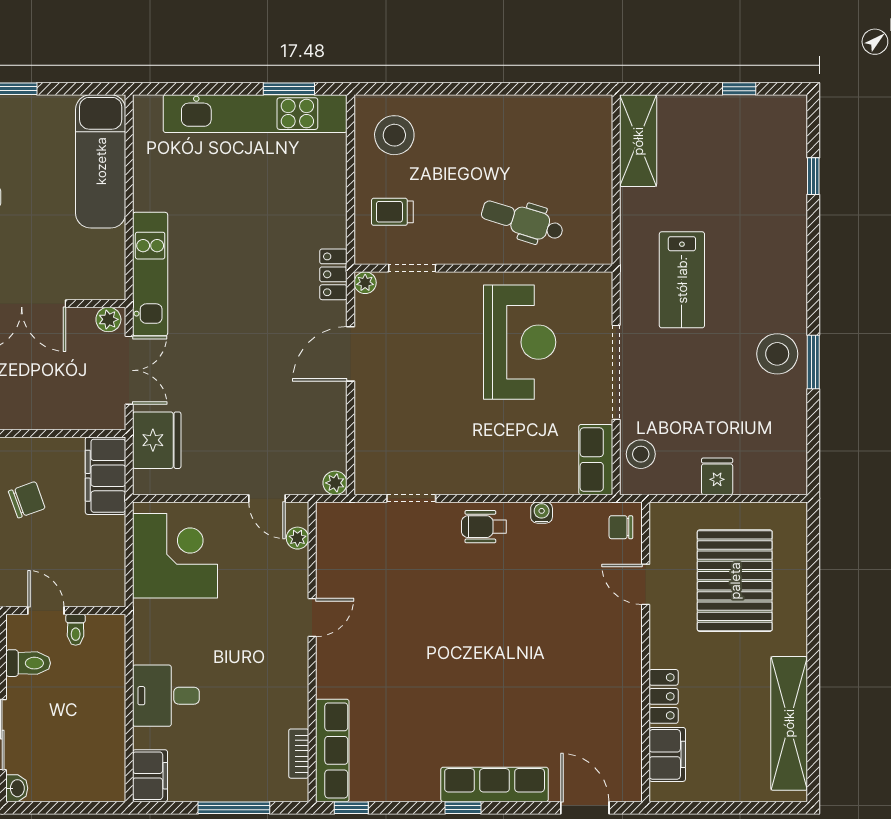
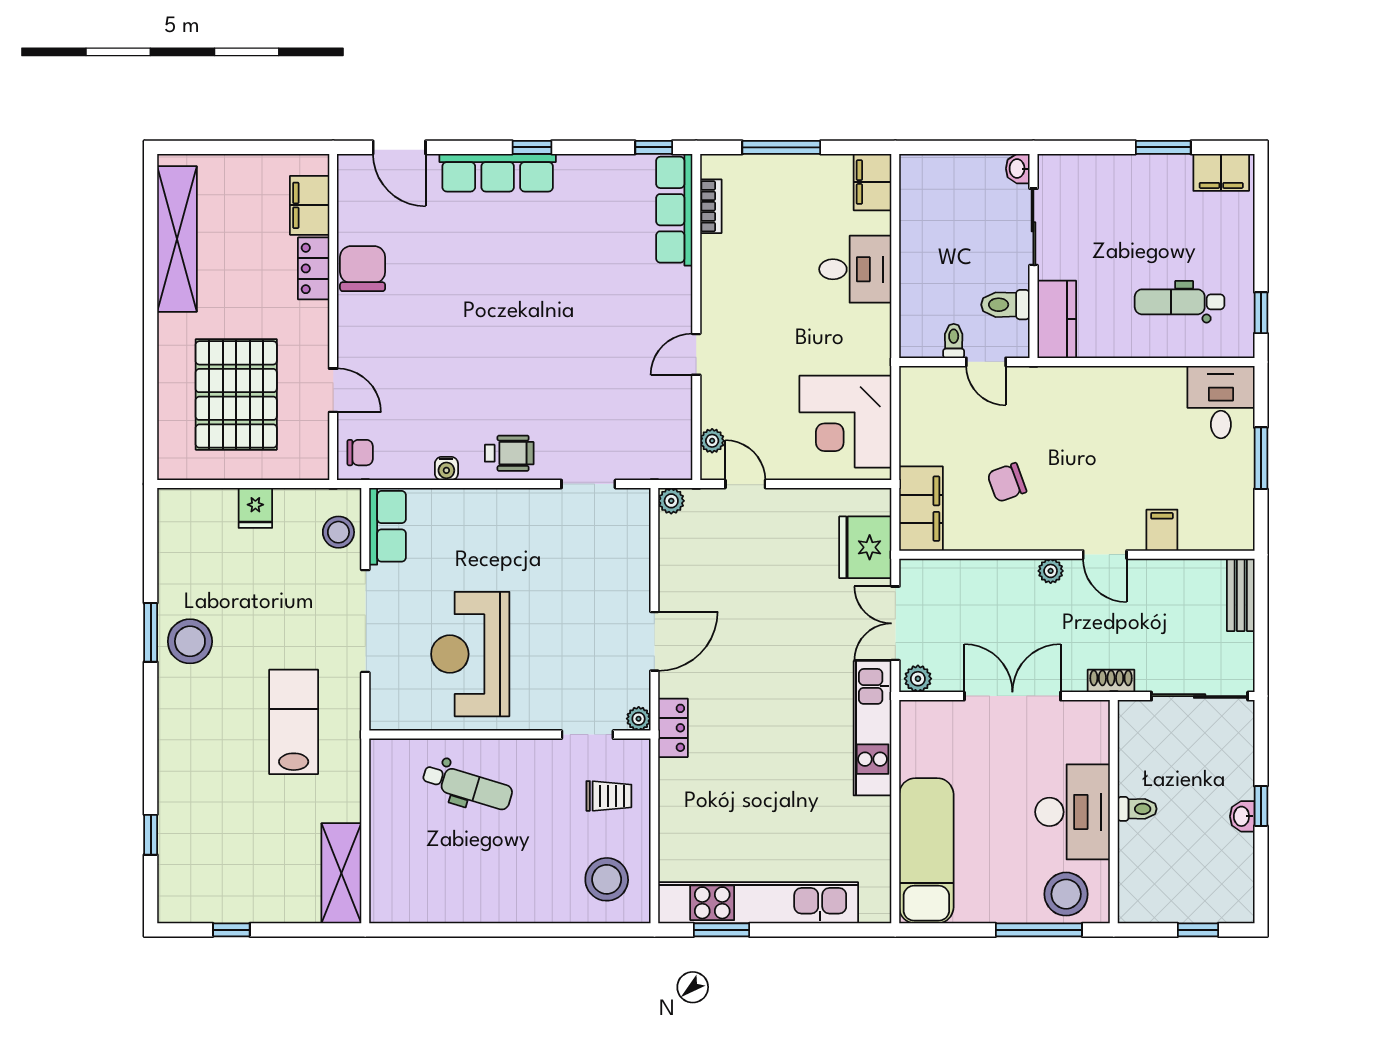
chair: (619, 696) -> (363, 269), added

